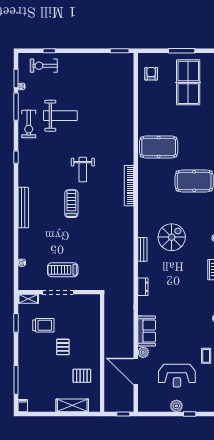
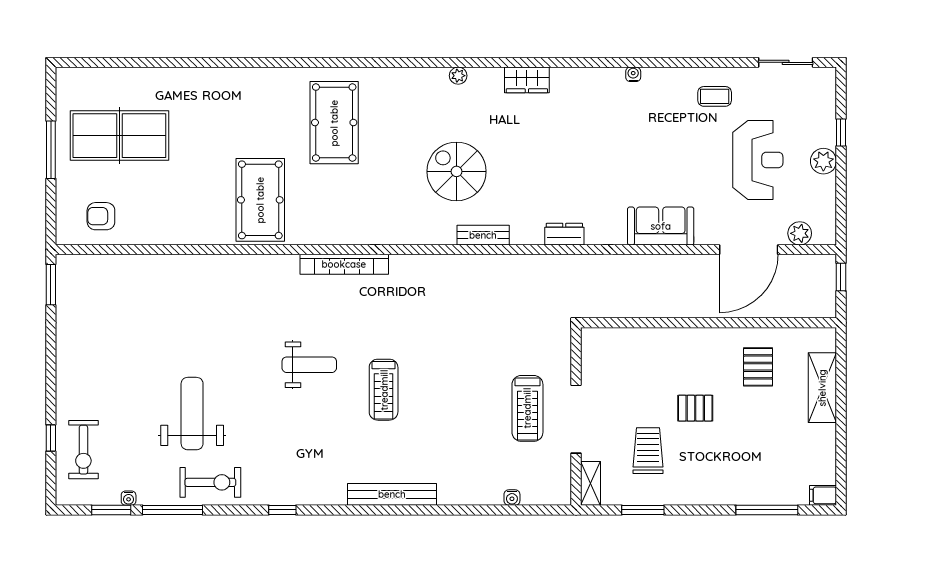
treadmill: (71, 204) -> (384, 390), turned -90
plant: (143, 352) -> (800, 233), moved

